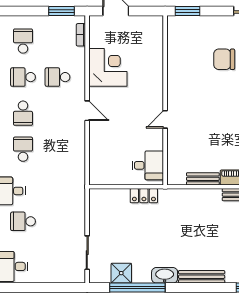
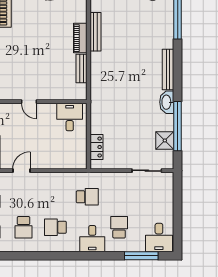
school desk: (23, 113) -> (24, 227), turned 90
school desk: (58, 185) -> (87, 197), added
locker: (144, 196) -> (96, 147), moved
school desk: (23, 221) -> (119, 227), turned 180

